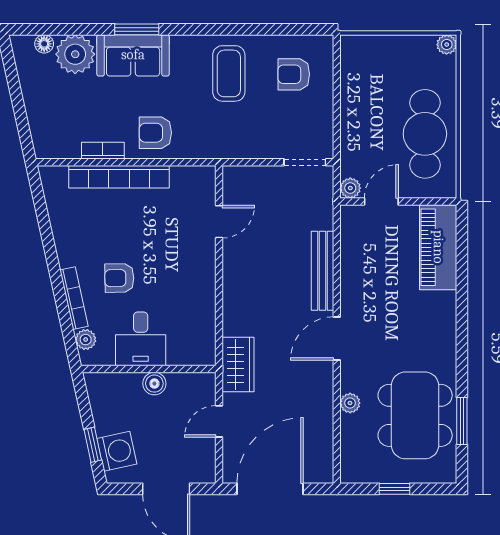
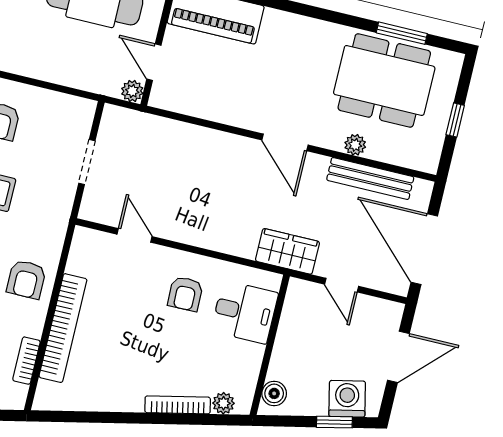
bookcase: (103, 151) -> (26, 361), moved
doorway: (305, 162) -> (87, 162), moved
bench: (323, 271) -> (370, 178), moved
armchair: (119, 278) -> (185, 294), moved
desk: (141, 339) -> (245, 312), moved
boiler: (154, 384) -> (274, 393), moved

